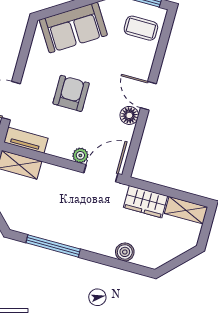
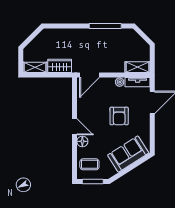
floor lamp: (129, 115) -> (82, 141), moved
plant: (80, 155) -> (120, 82), moved
boiler: (125, 252) -> (63, 34), removed

